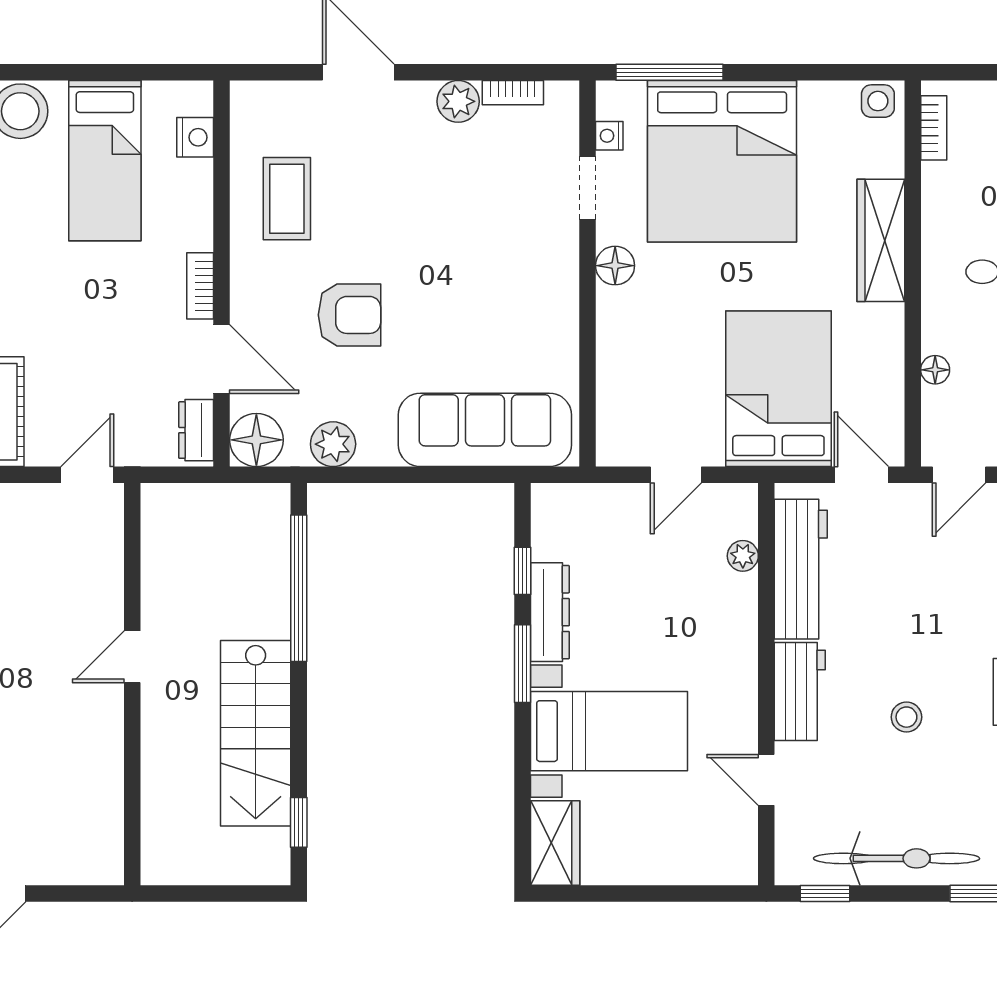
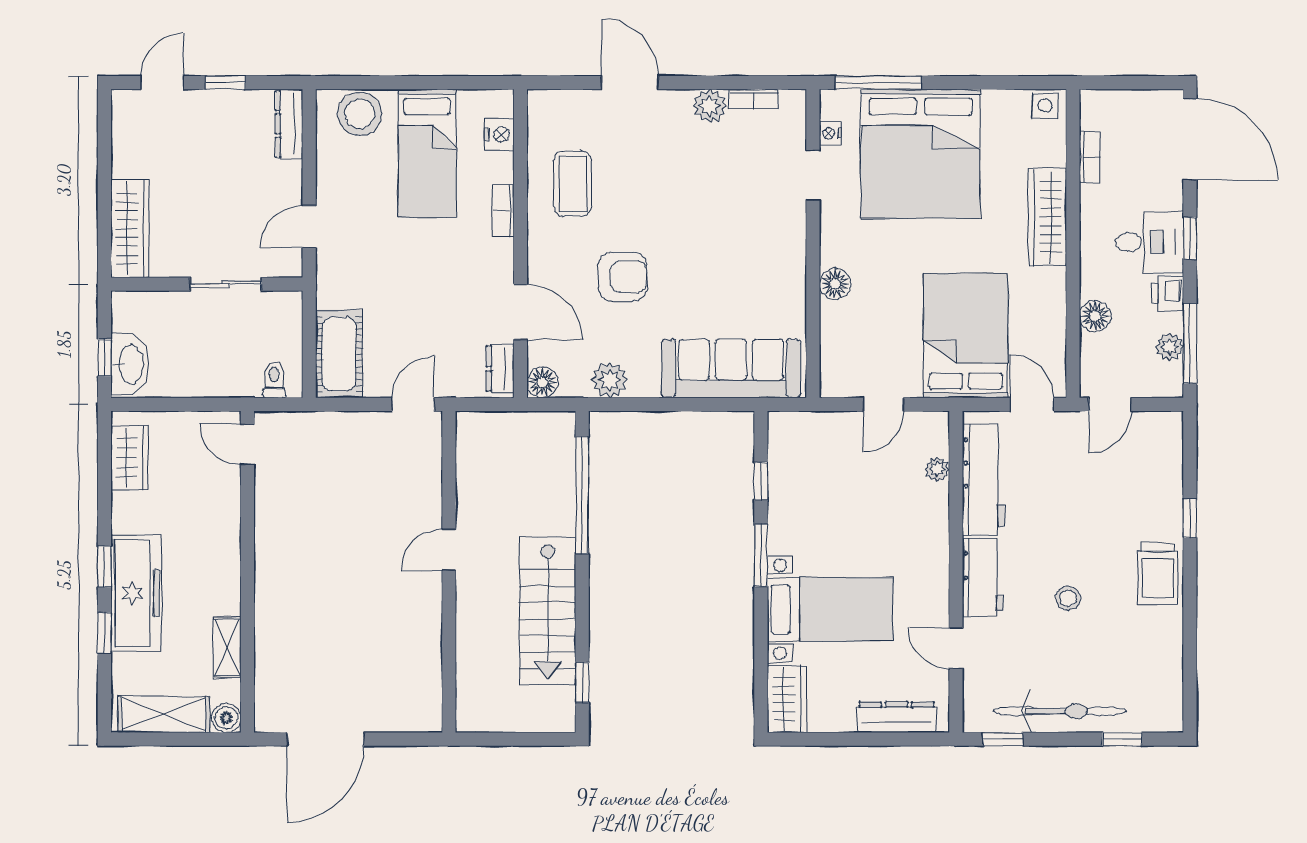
bookcase: (934, 128) -> (1090, 157), moved
floor lamp: (615, 266) -> (835, 284), moved
bookcase: (200, 286) -> (503, 211), moved
floor lamp: (935, 370) -> (1095, 316), width x1.37, depth x1.37
floor lamp: (256, 440) -> (542, 382), width x0.73, depth x0.73
dresser: (550, 612) -> (897, 717), moved, turned -90

